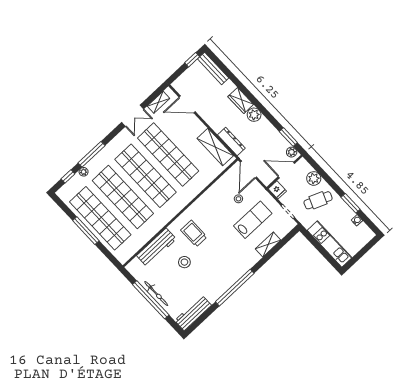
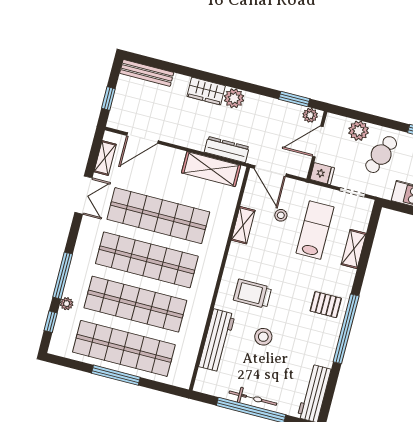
window: (192, 60) -> (108, 98), moved
shelving: (213, 191) -> (243, 225), added
pallet: (232, 266) -> (326, 305), added

